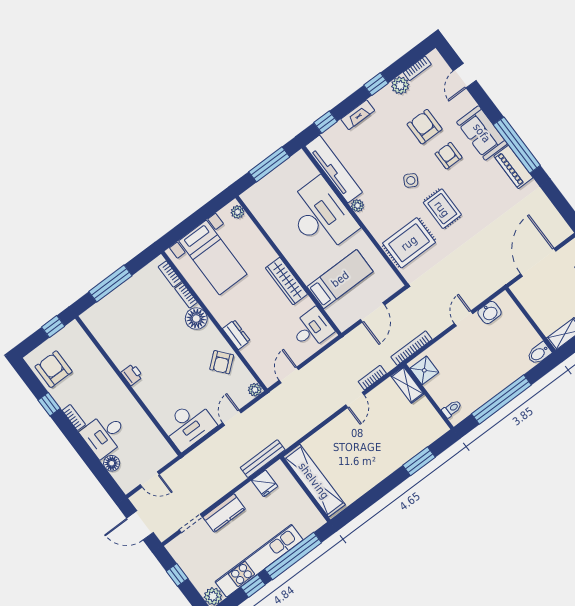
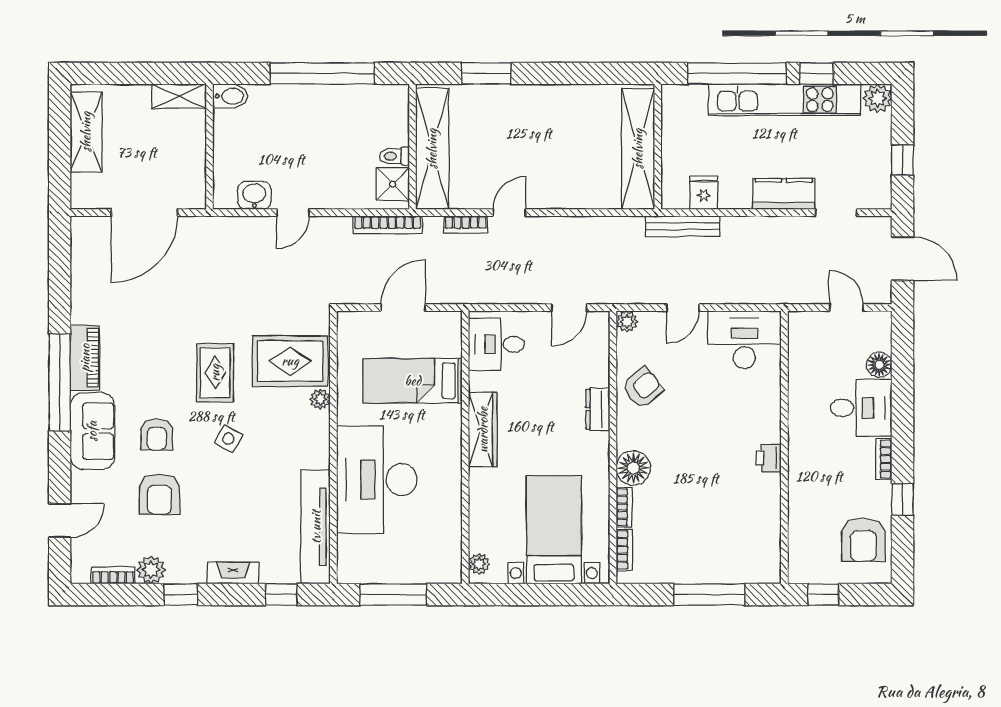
plant: (358, 206) -> (320, 399), moved
shelving: (407, 385) -> (432, 149), width x2.20, depth x1.33
toilet: (452, 409) -> (394, 156), moved

